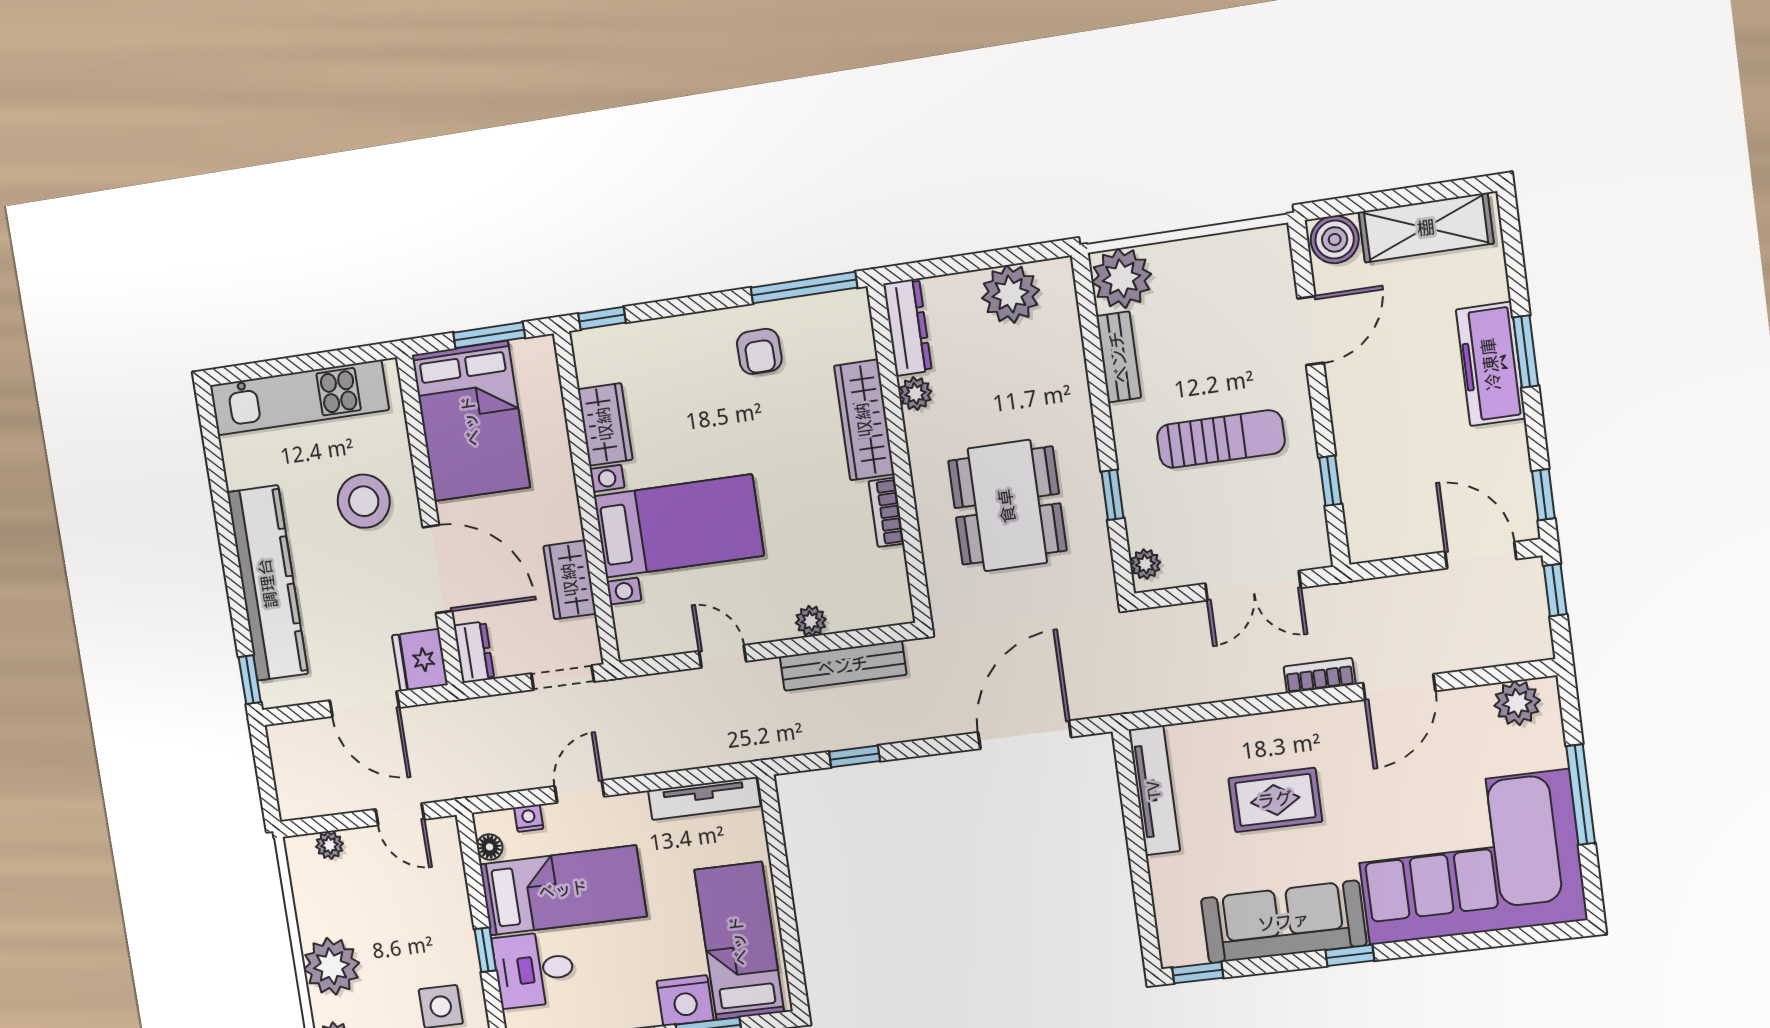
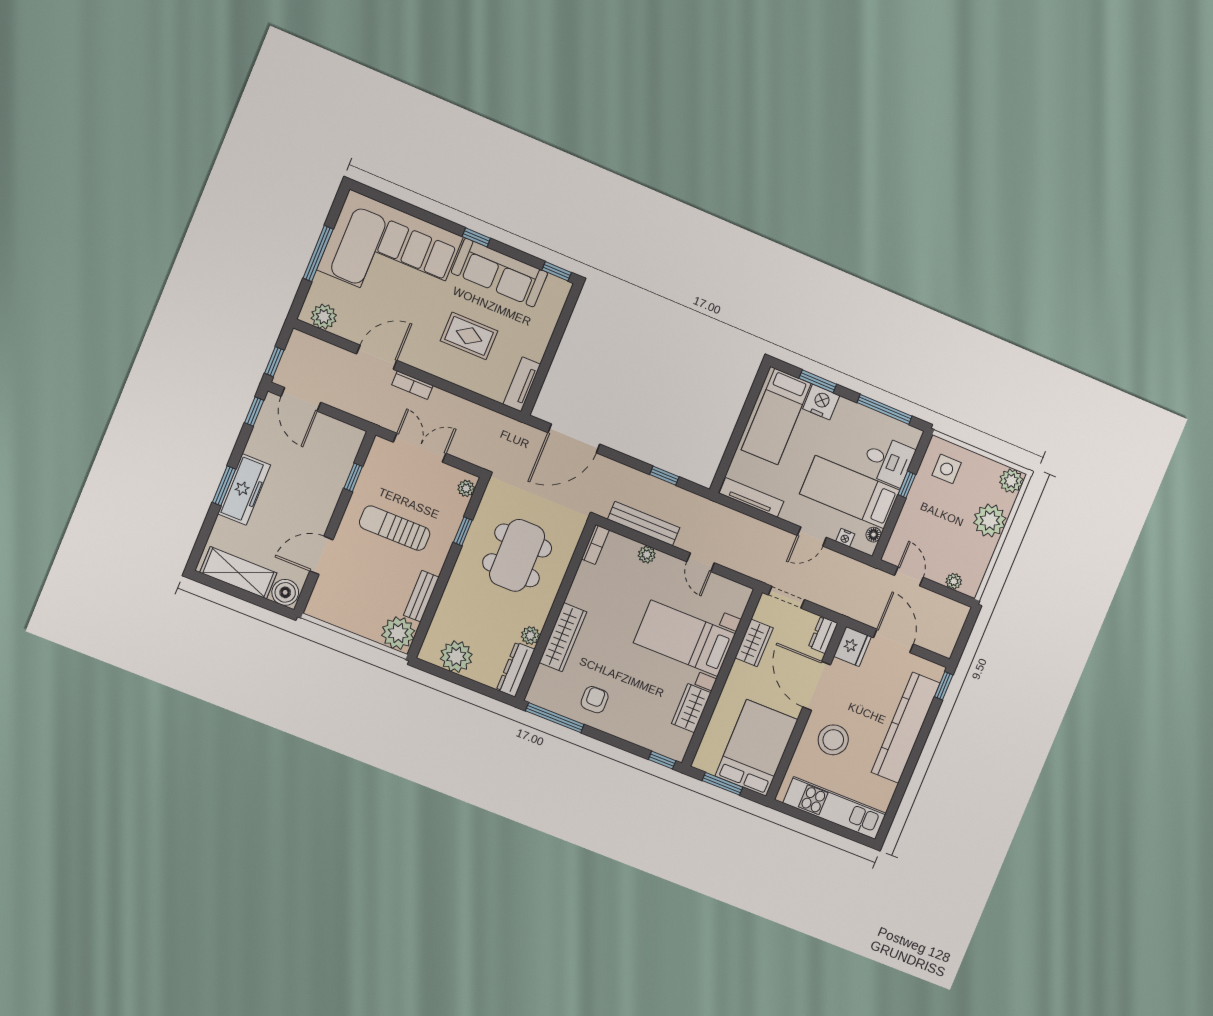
bookcase: (886, 512) -> (595, 544), moved
tv unit: (1154, 790) -> (522, 384), width x0.71

